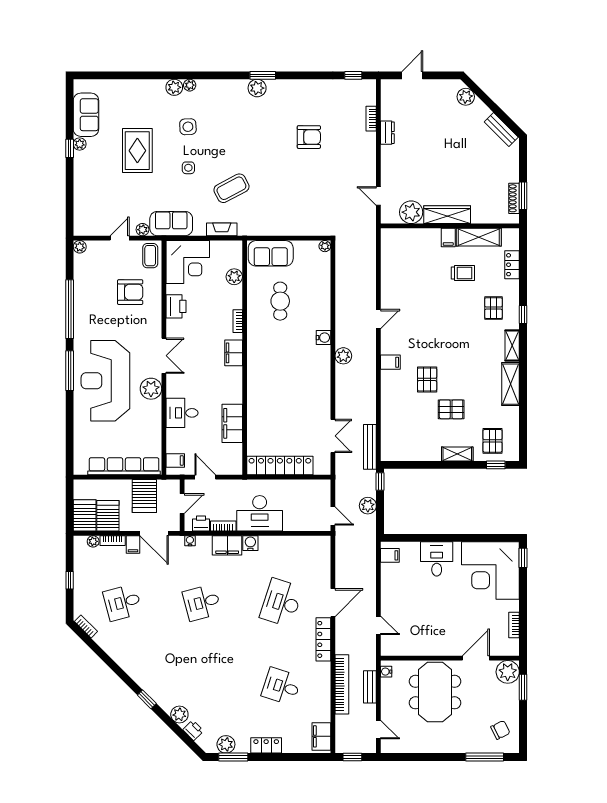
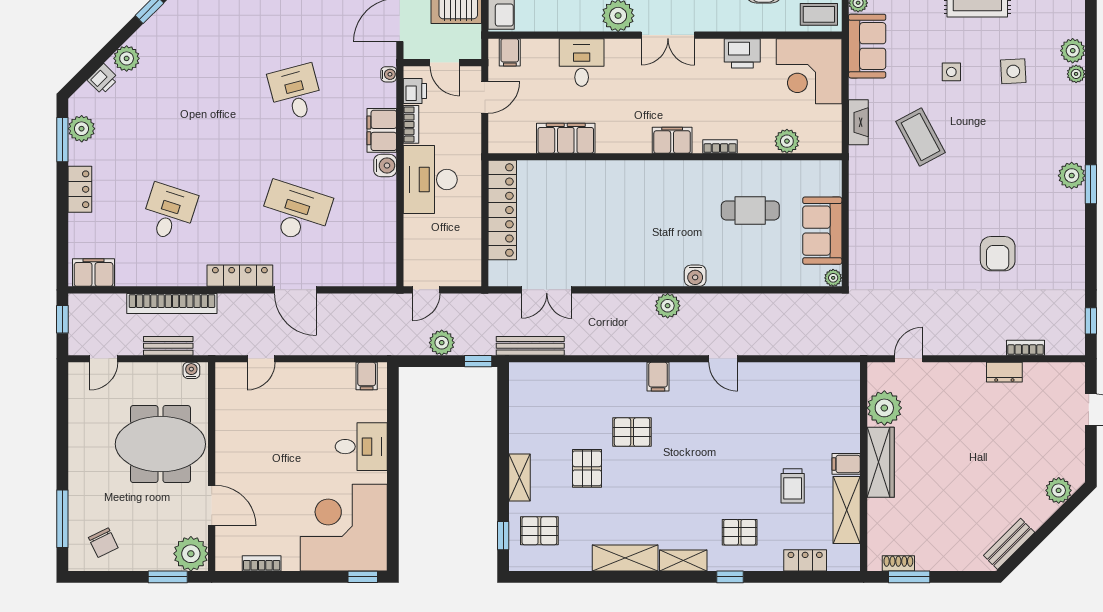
shoe rack: (514, 198) -> (898, 563), width x0.70
sofa: (271, 253) -> (822, 231), moved

